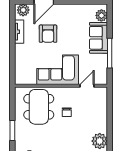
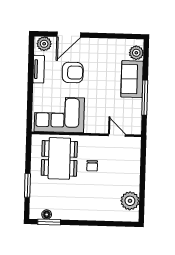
armchair: (48, 34) -> (73, 73), turned -90
corner sofa: (58, 70) -> (59, 115), moved
door: (87, 86) -> (117, 135), hinge flipped

